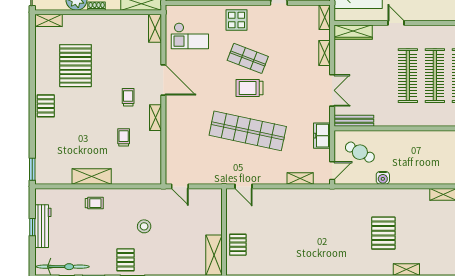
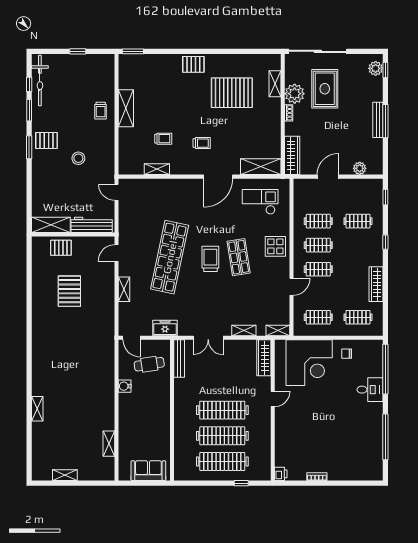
shelving: (48, 20) -> (275, 84), moved
shelving: (155, 28) -> (261, 167), width x1.50, depth x1.33
checkout: (190, 36) -> (260, 202), turned 90
shop shelf: (248, 58) -> (239, 257), turned -30
shelving: (155, 118) -> (157, 169), moved
cafe table: (360, 152) -> (149, 364), turned 53
shelving: (300, 178) -> (124, 289), moved
door: (180, 186) -> (117, 192), hinge flipped
workbench: (43, 226) -> (92, 225), moved, turned 180
pallet: (383, 233) -> (69, 291), moved, turned 90

